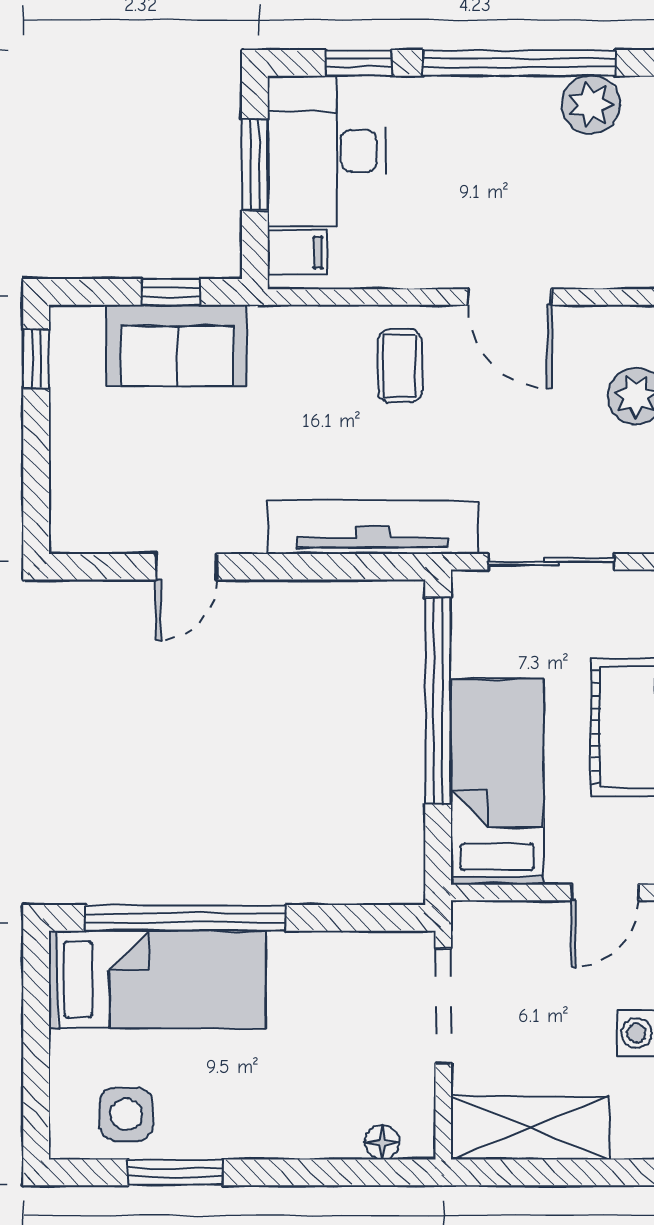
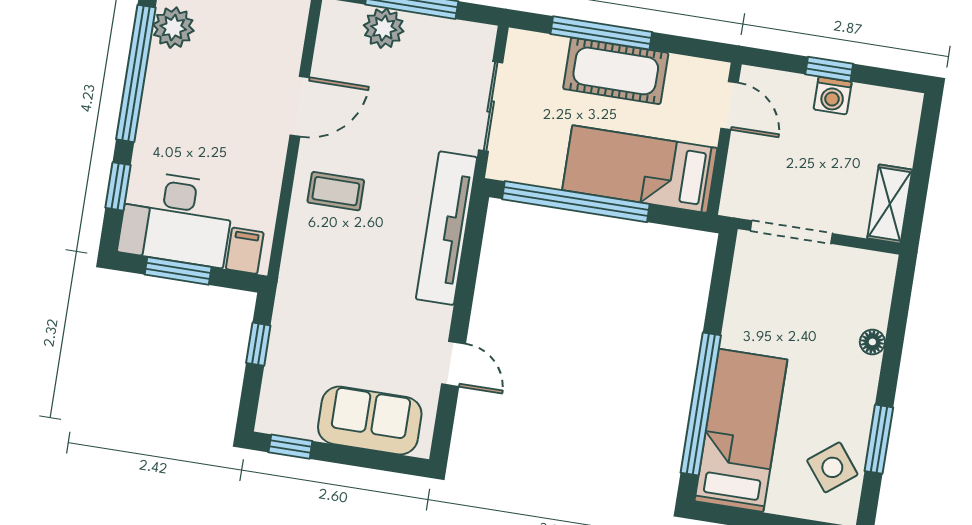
sofa: (177, 345) -> (370, 421), moved, turned -90
side table: (126, 1114) -> (832, 467), turned -38
shelving: (530, 1128) -> (890, 204), width x0.67, depth x0.75
floor lamp: (382, 1142) -> (872, 342), moved

